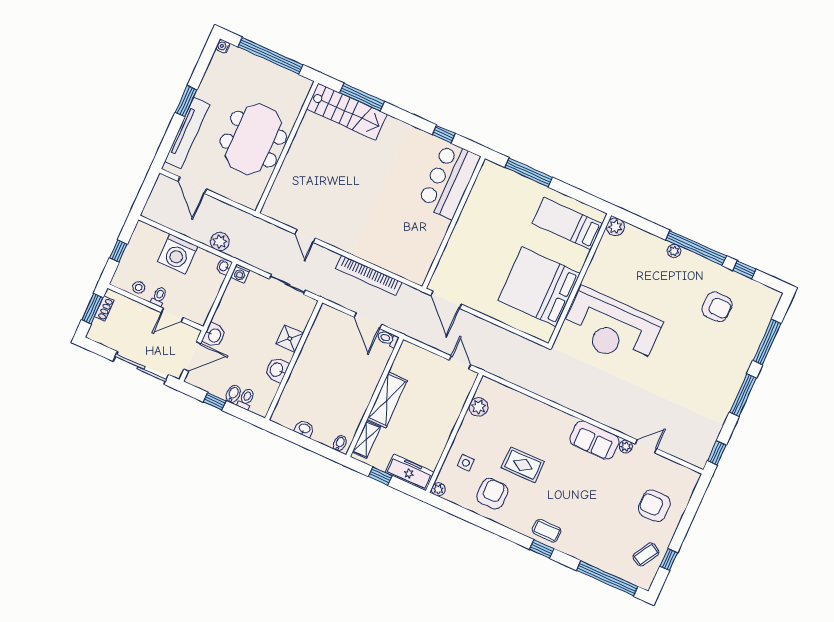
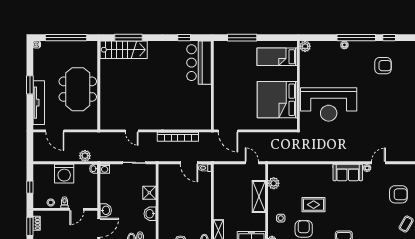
shelving: (387, 400) -> (259, 196), moved
armchair: (654, 506) -> (398, 194), turned 180

